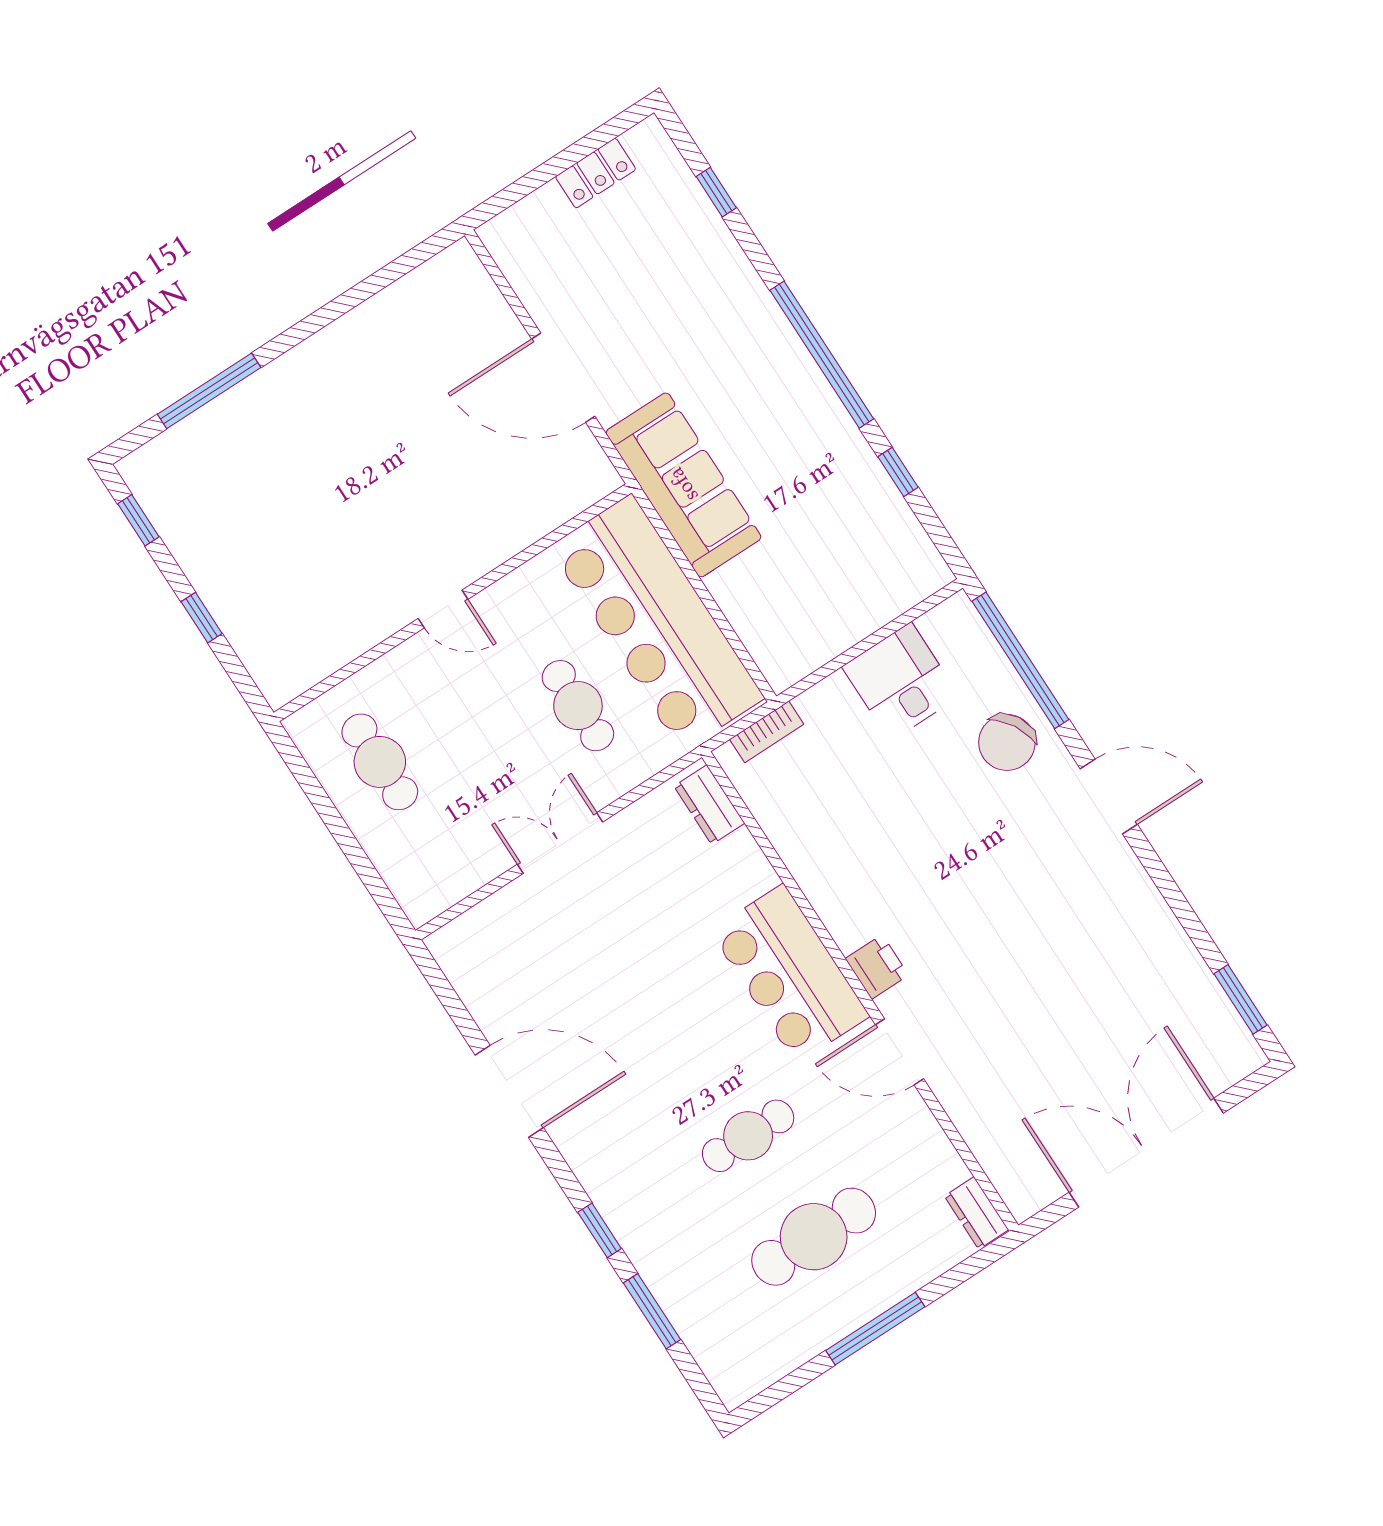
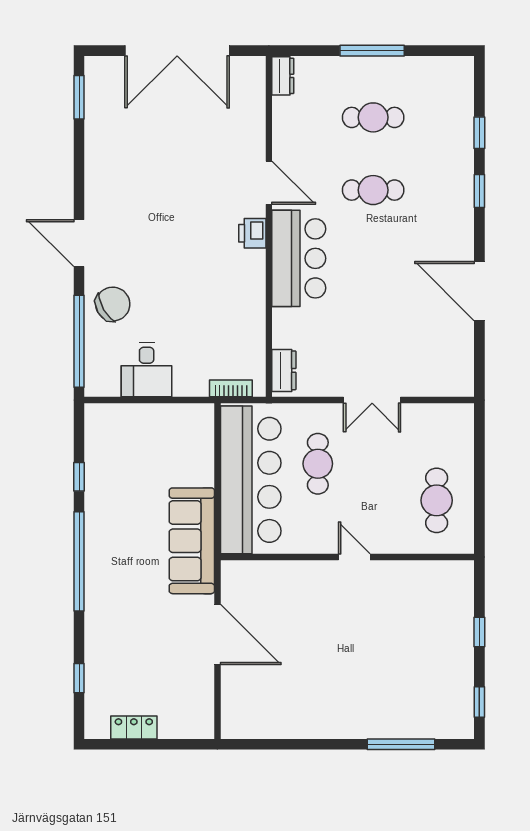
cafe table: (814, 1237) -> (373, 117), width x0.73, depth x0.74
window: (652, 1311) -> (479, 133), width x0.67

